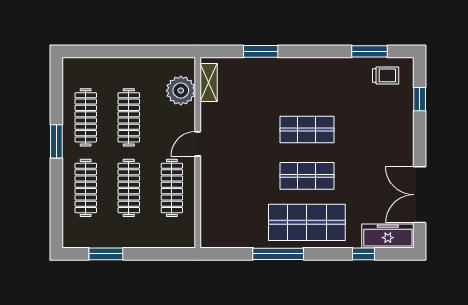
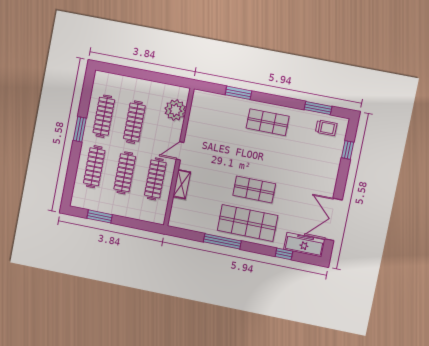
shelving: (209, 82) -> (182, 184), moved
shop shelf: (307, 129) -> (268, 122), moved

